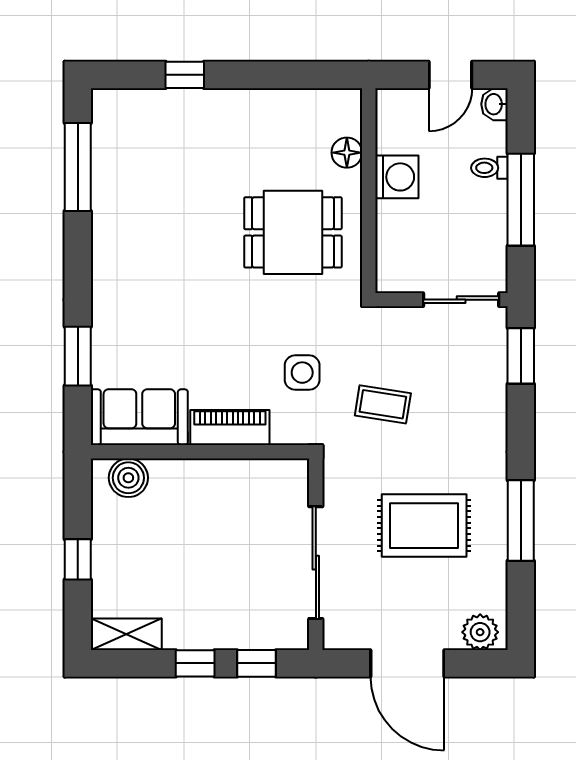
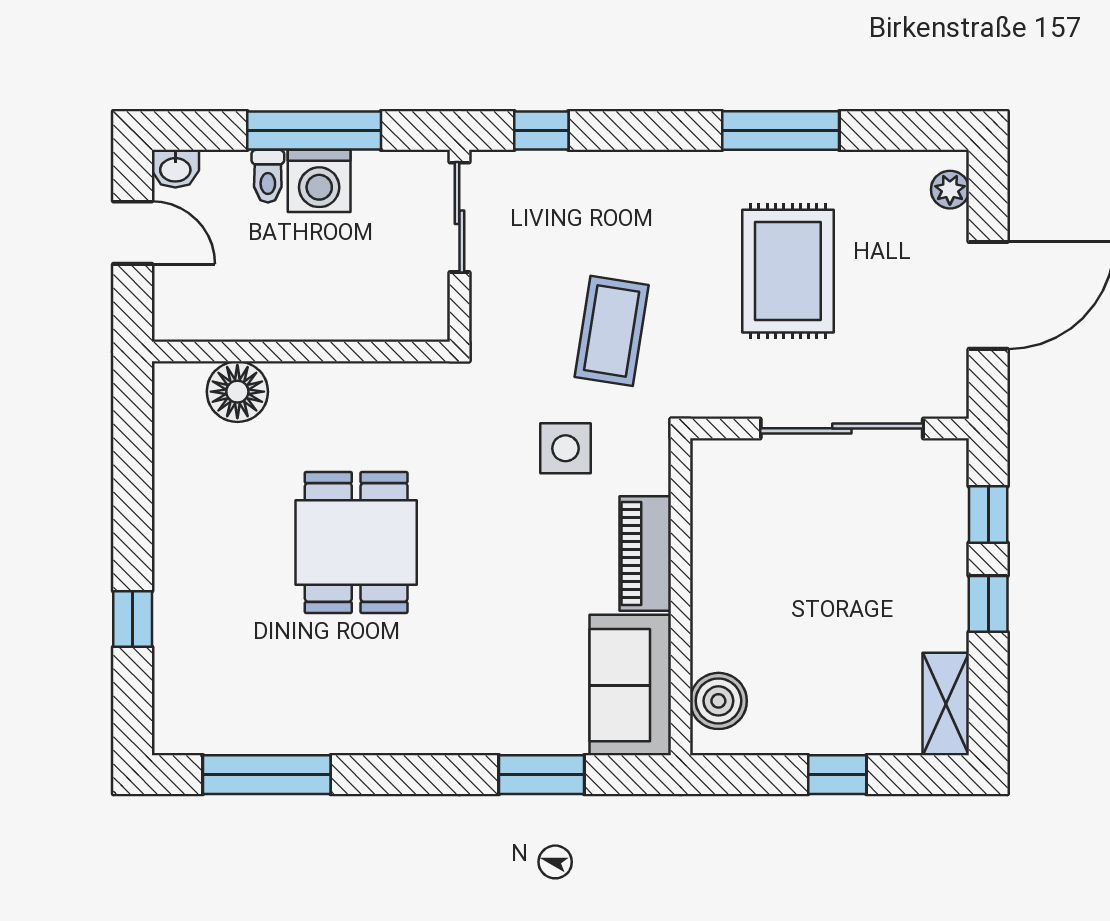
floor lamp: (347, 153) -> (237, 392), width x1.38, depth x1.38
washing machine: (397, 177) -> (319, 181), moved, turned 180
dining table: (293, 232) -> (356, 542), moved
window: (521, 356) -> (541, 130), width x0.67
coffee table: (383, 404) -> (612, 331), width x1.36, depth x1.30
plant: (480, 632) -> (950, 190), width x0.73, depth x0.73

